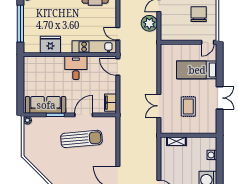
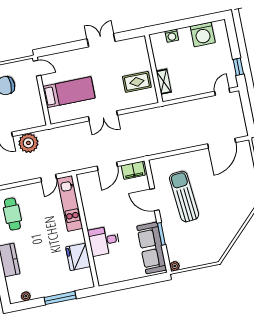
window: (20, 24) -> (60, 298), width x0.68
door: (118, 67) -> (107, 166), moved
desk: (76, 68) -> (104, 241), moved
bed: (197, 70) -> (69, 92), moved, turned -90
double door: (159, 106) -> (103, 116), moved
rug: (188, 107) -> (137, 82), moved

